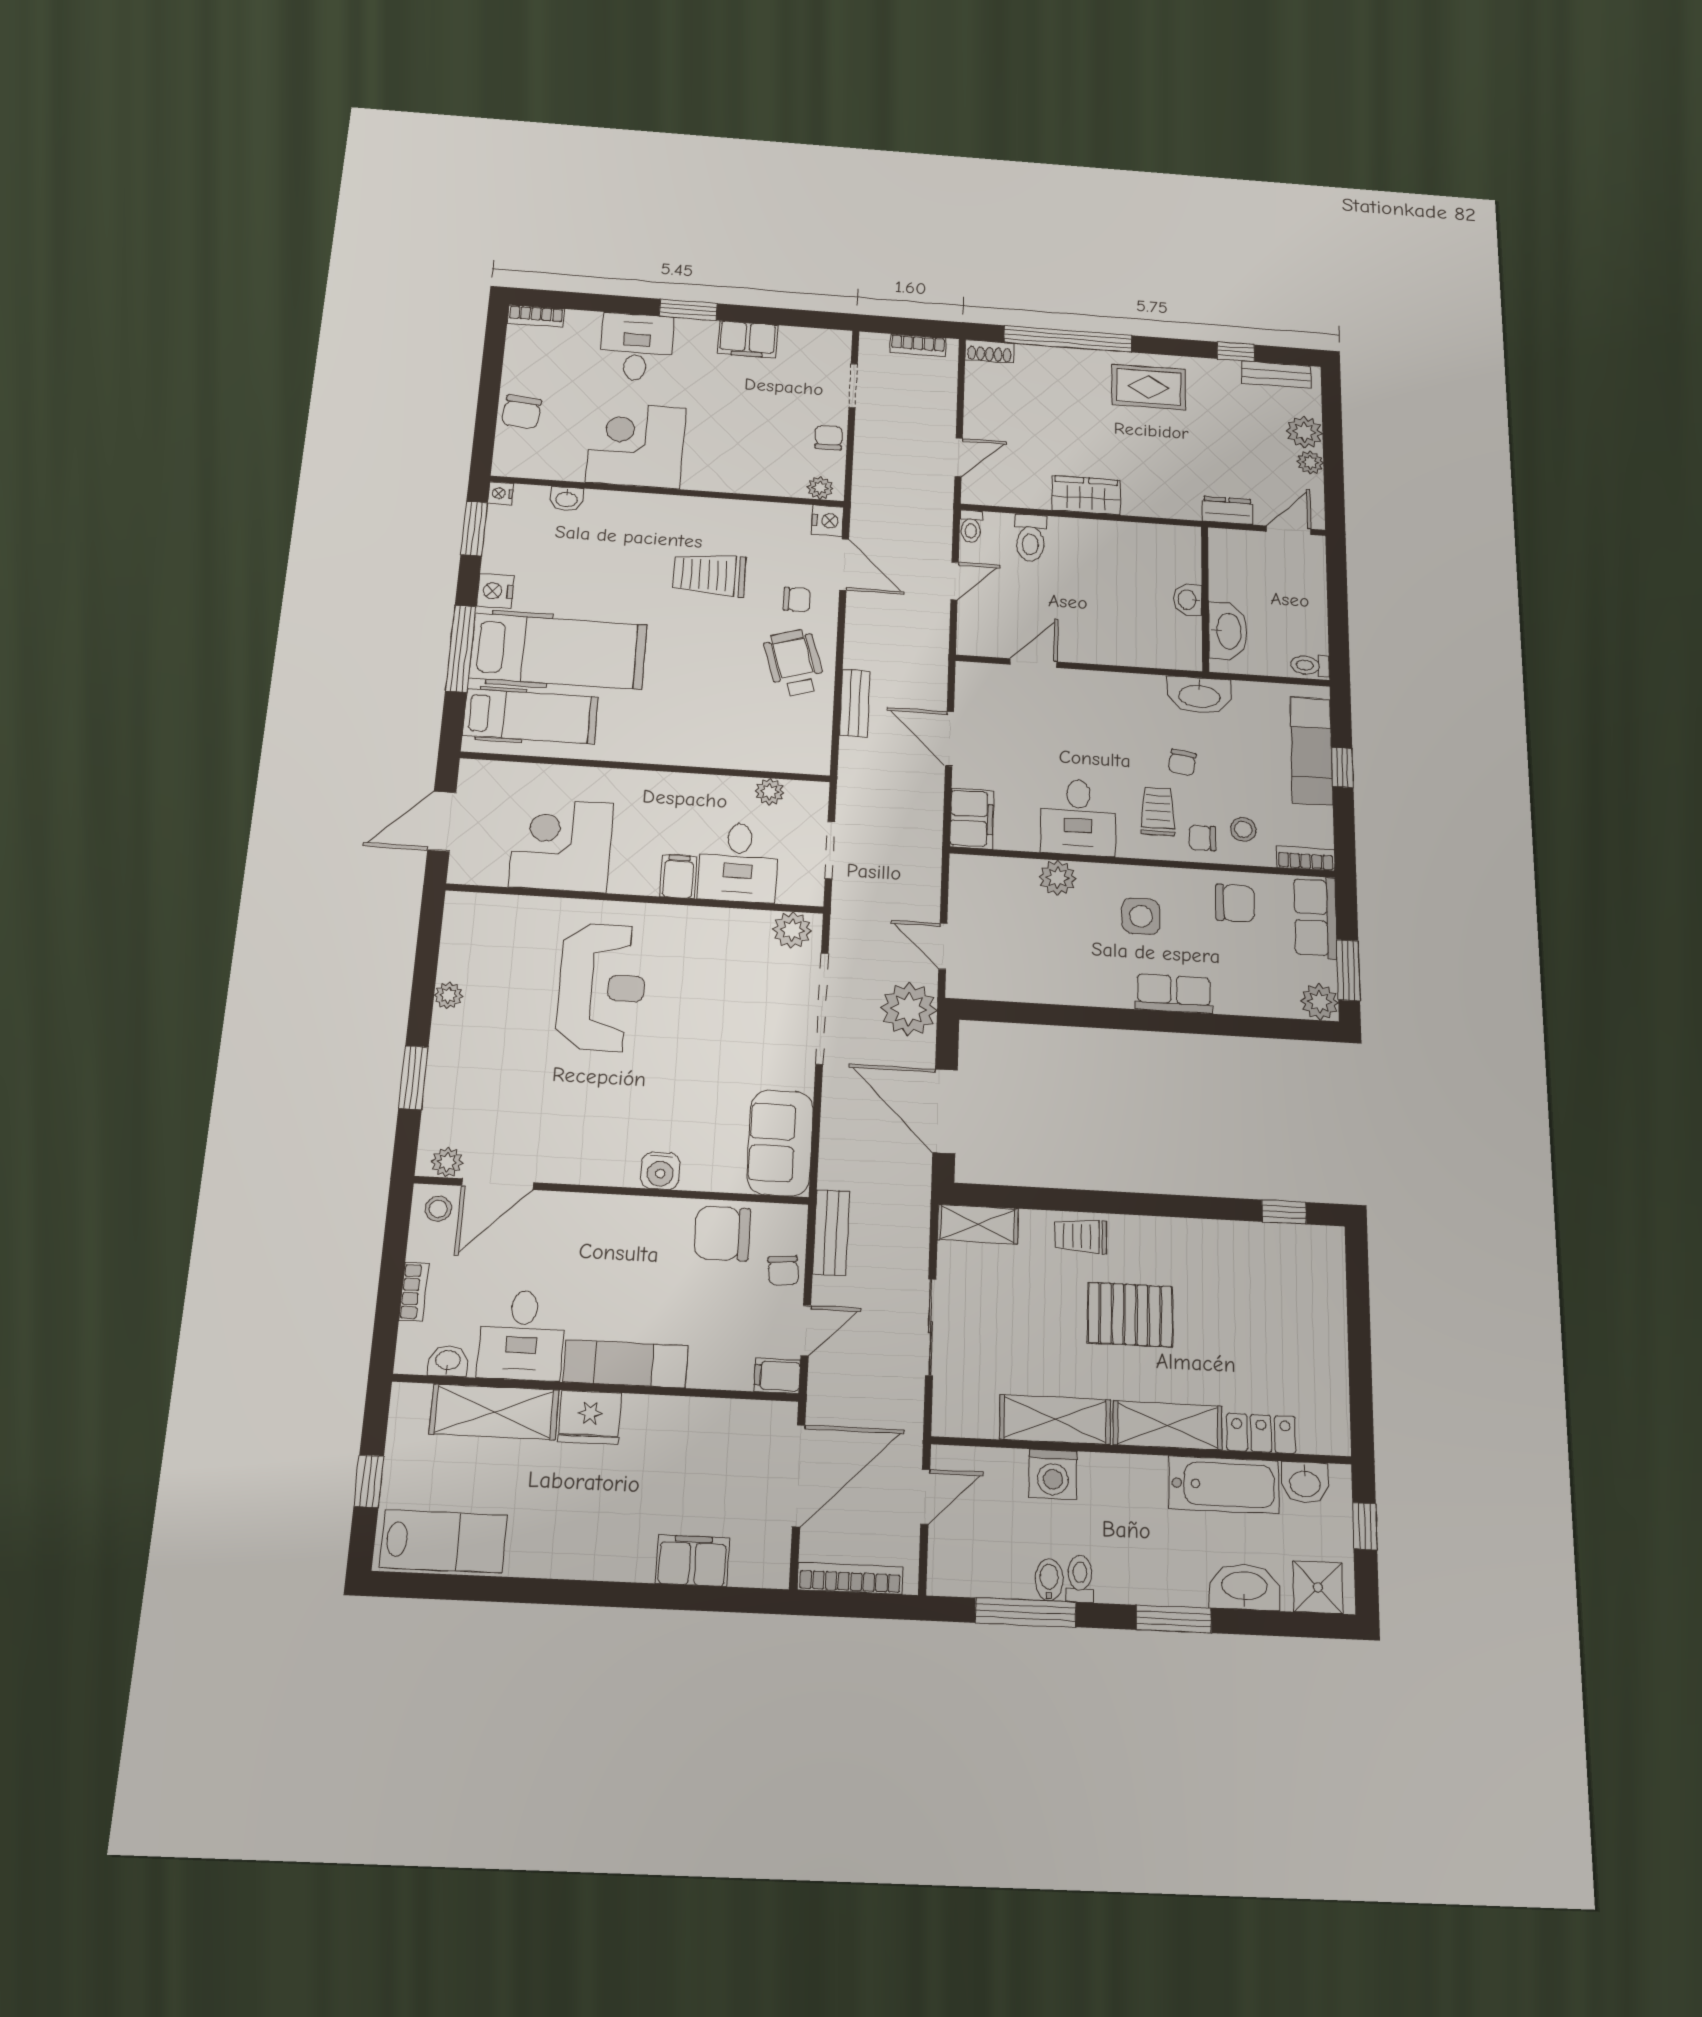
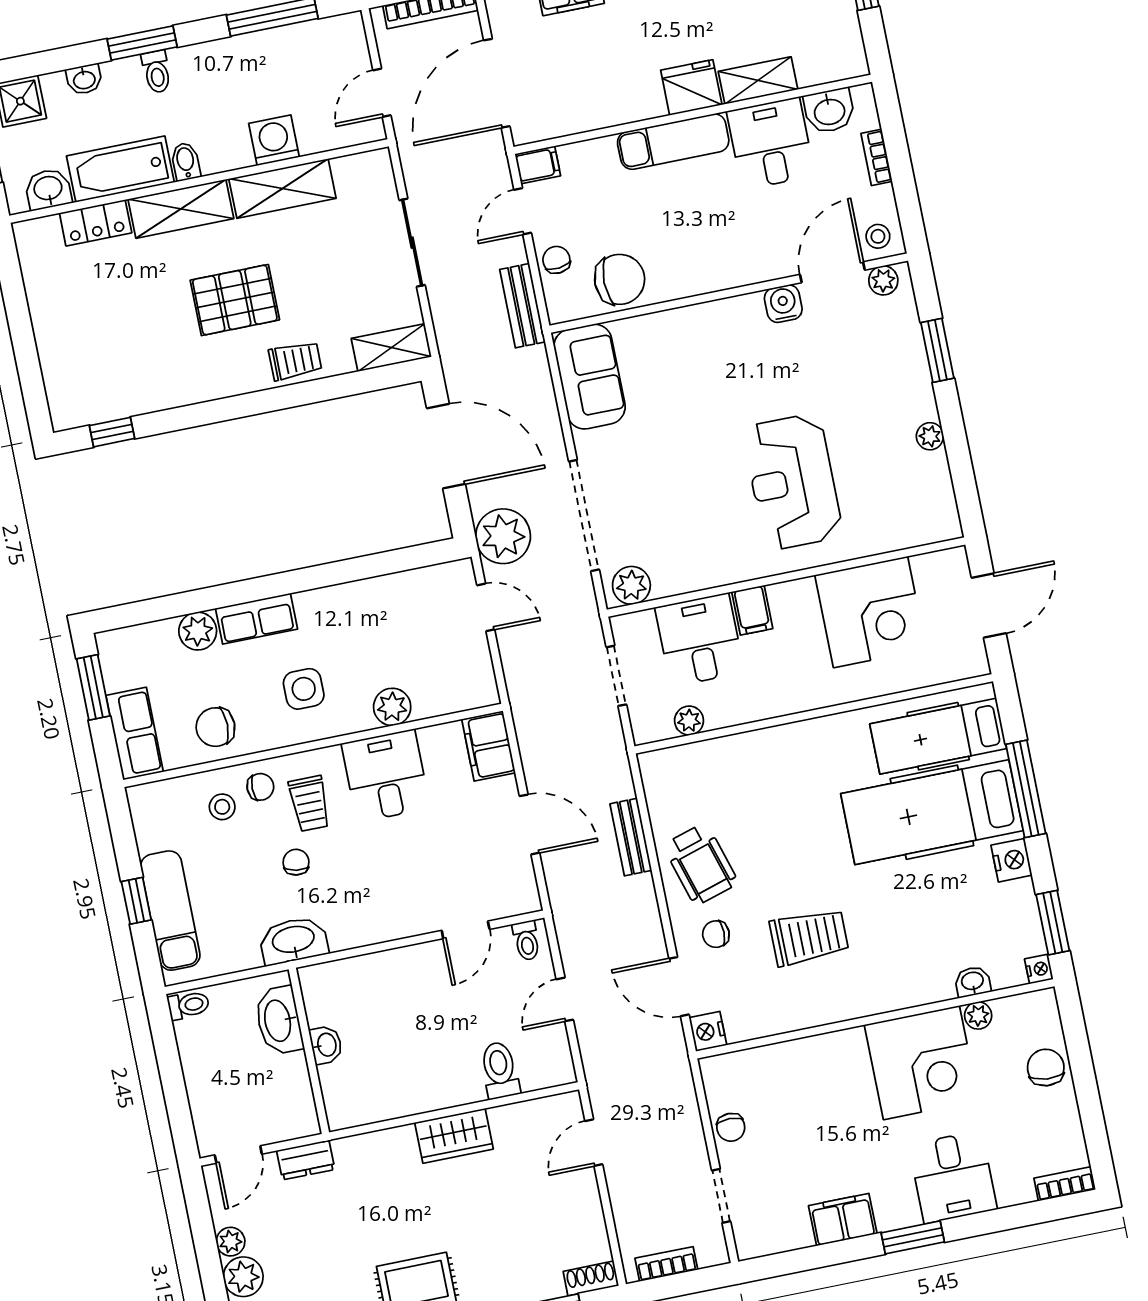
plant: (820, 488) -> (978, 1015), moved
toilet: (971, 526) -> (526, 941), moved, turned 180
bookcase: (1306, 858) -> (155, 793), removed
plant: (1319, 1002) -> (198, 631), moved
water cooler: (660, 1171) -> (783, 304), moved
washbasin: (448, 1361) -> (829, 111), width x1.38, depth x1.45
shelving: (494, 1412) -> (758, 80), width x0.67, depth x0.75
toilet: (1080, 1579) -> (157, 72), moved
bidet: (1049, 1580) -> (186, 162), moved, turned 180
washbasin: (1244, 1587) -> (84, 79), width x0.52, depth x0.69

